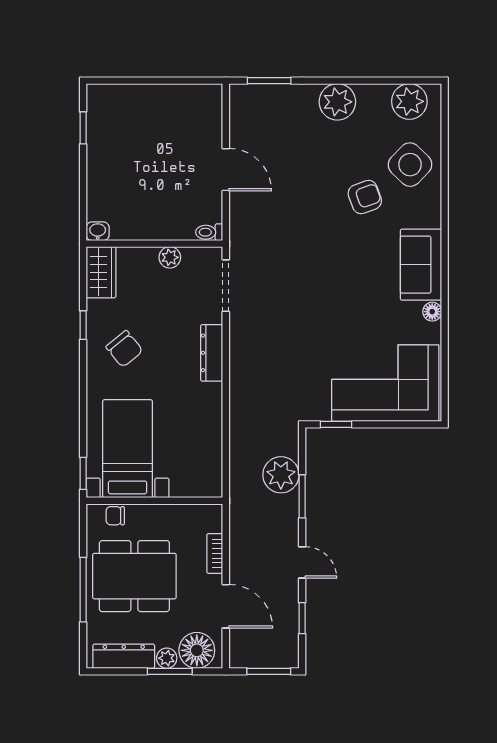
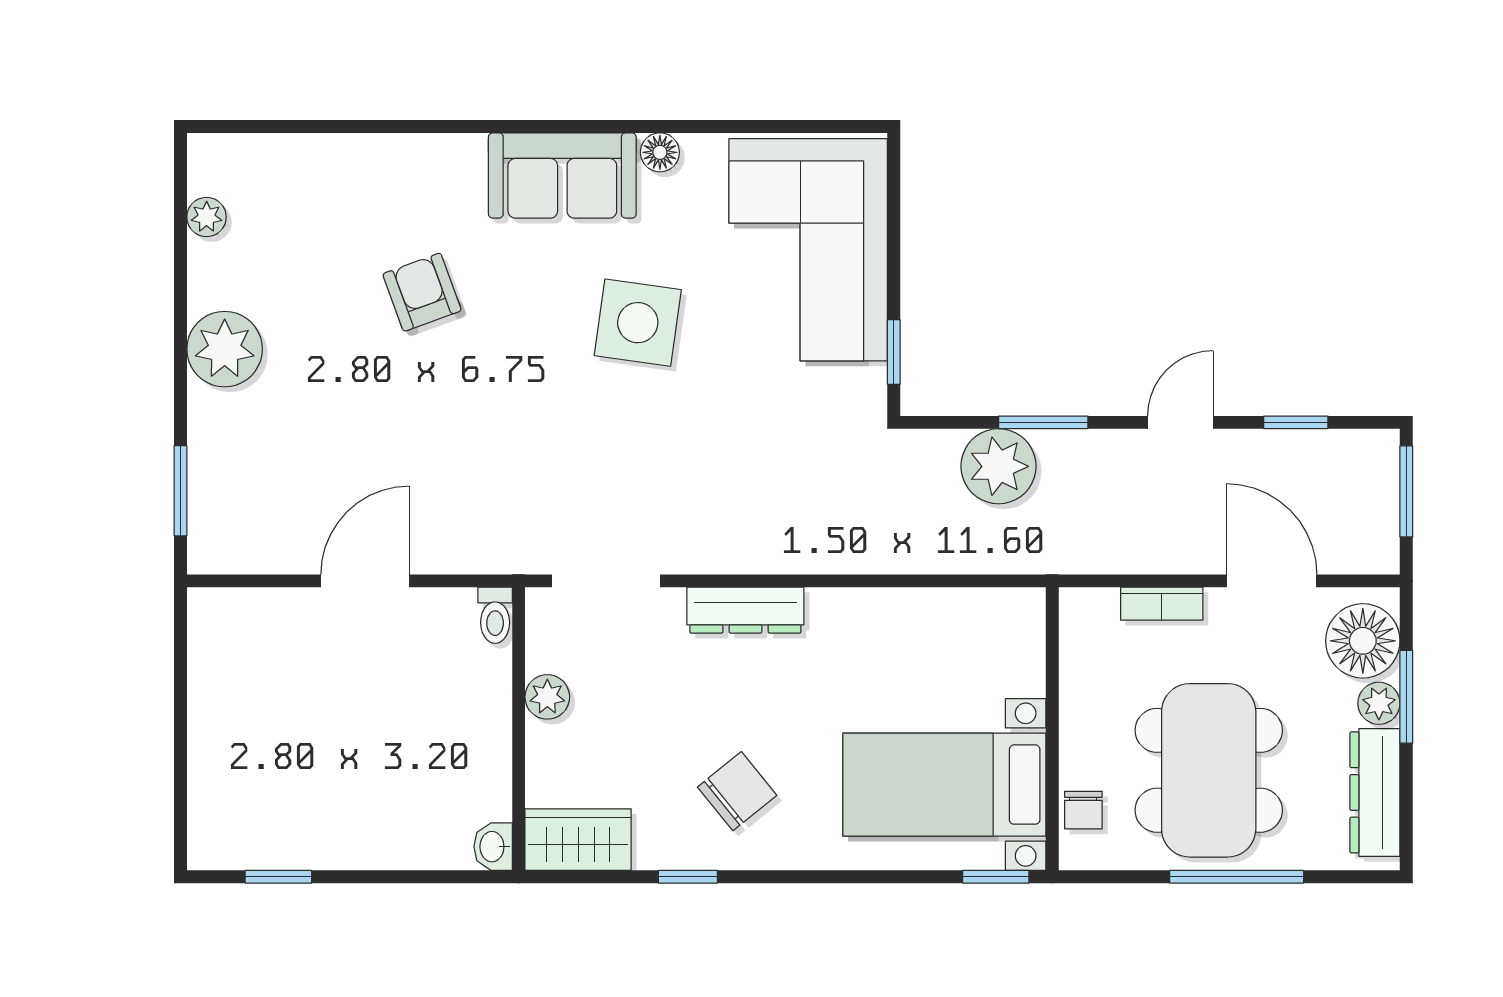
plant: (409, 101) -> (207, 217), width x0.53, depth x0.53
side table: (410, 165) -> (638, 323), moved, turned -36
door: (226, 606) -> (1271, 581), hinge flipped

